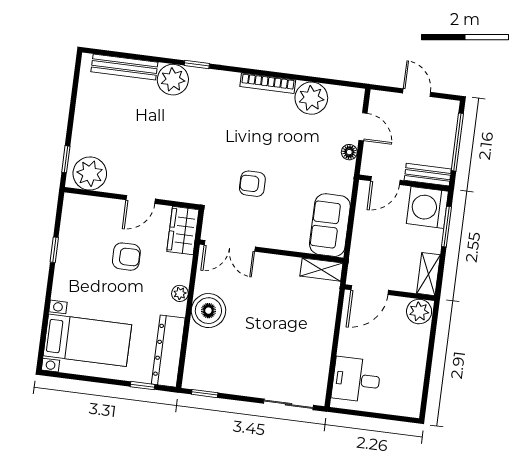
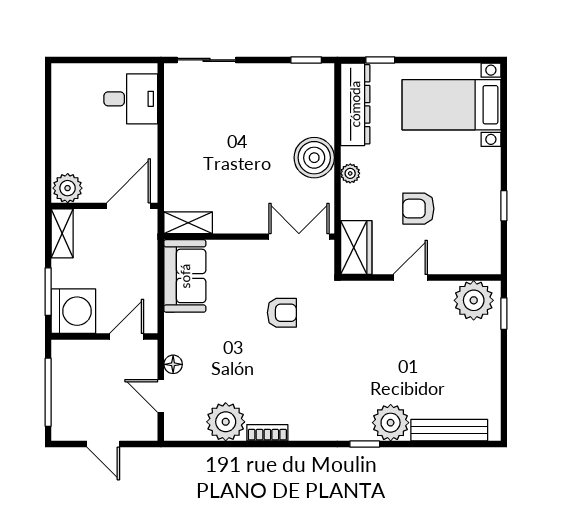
bookcase: (268, 83) -> (267, 433), width x0.64
bench: (428, 175) -> (78, 350), removed

